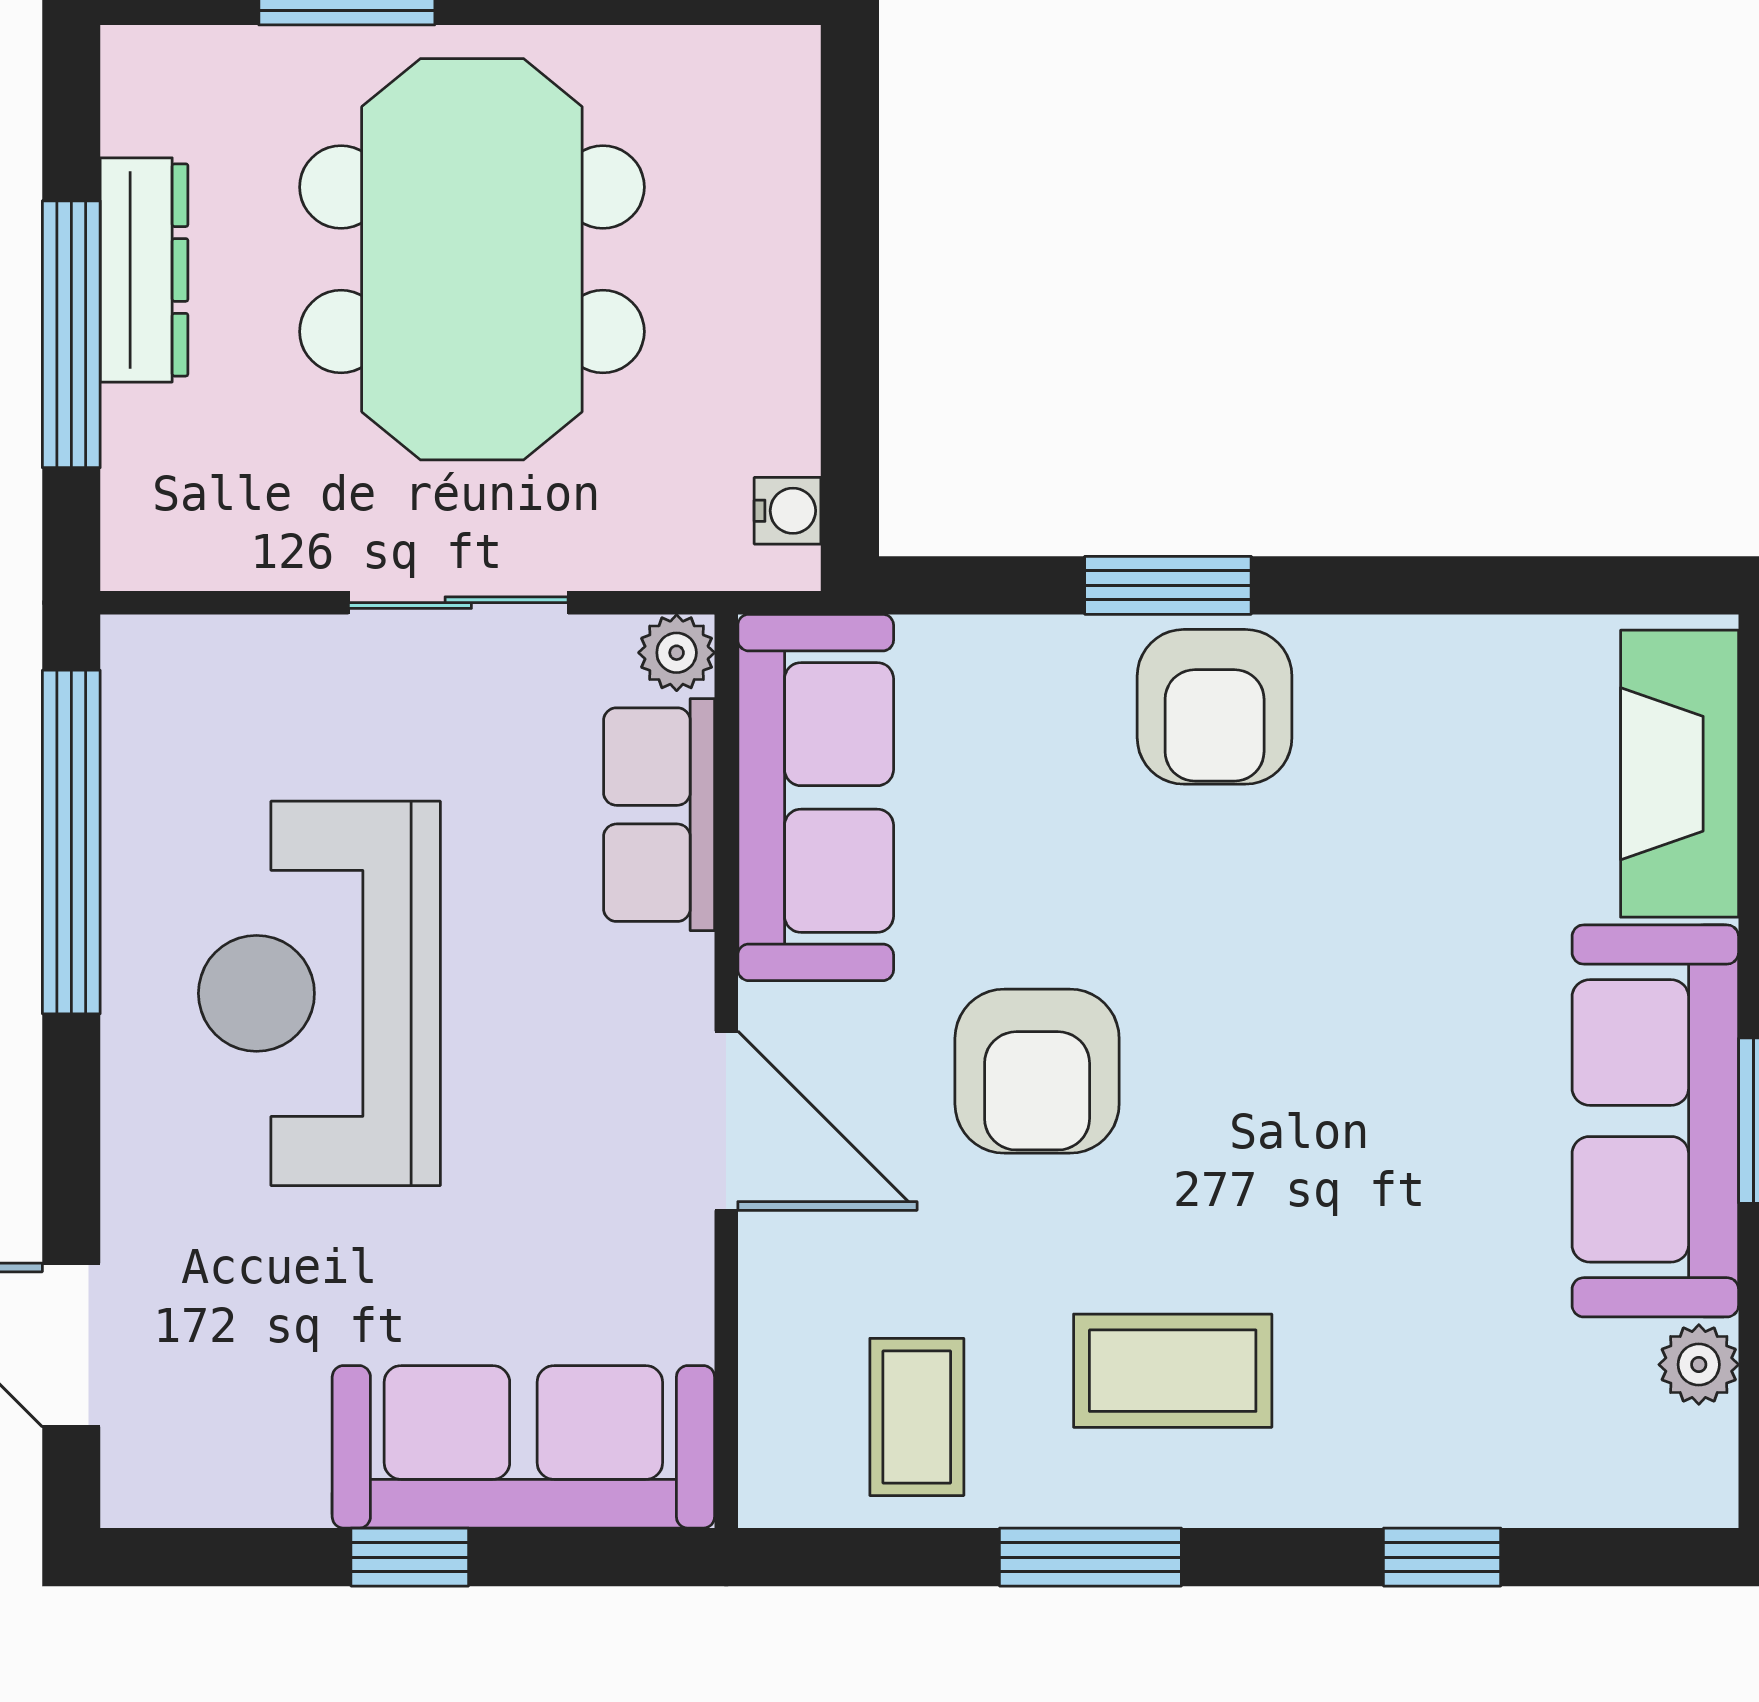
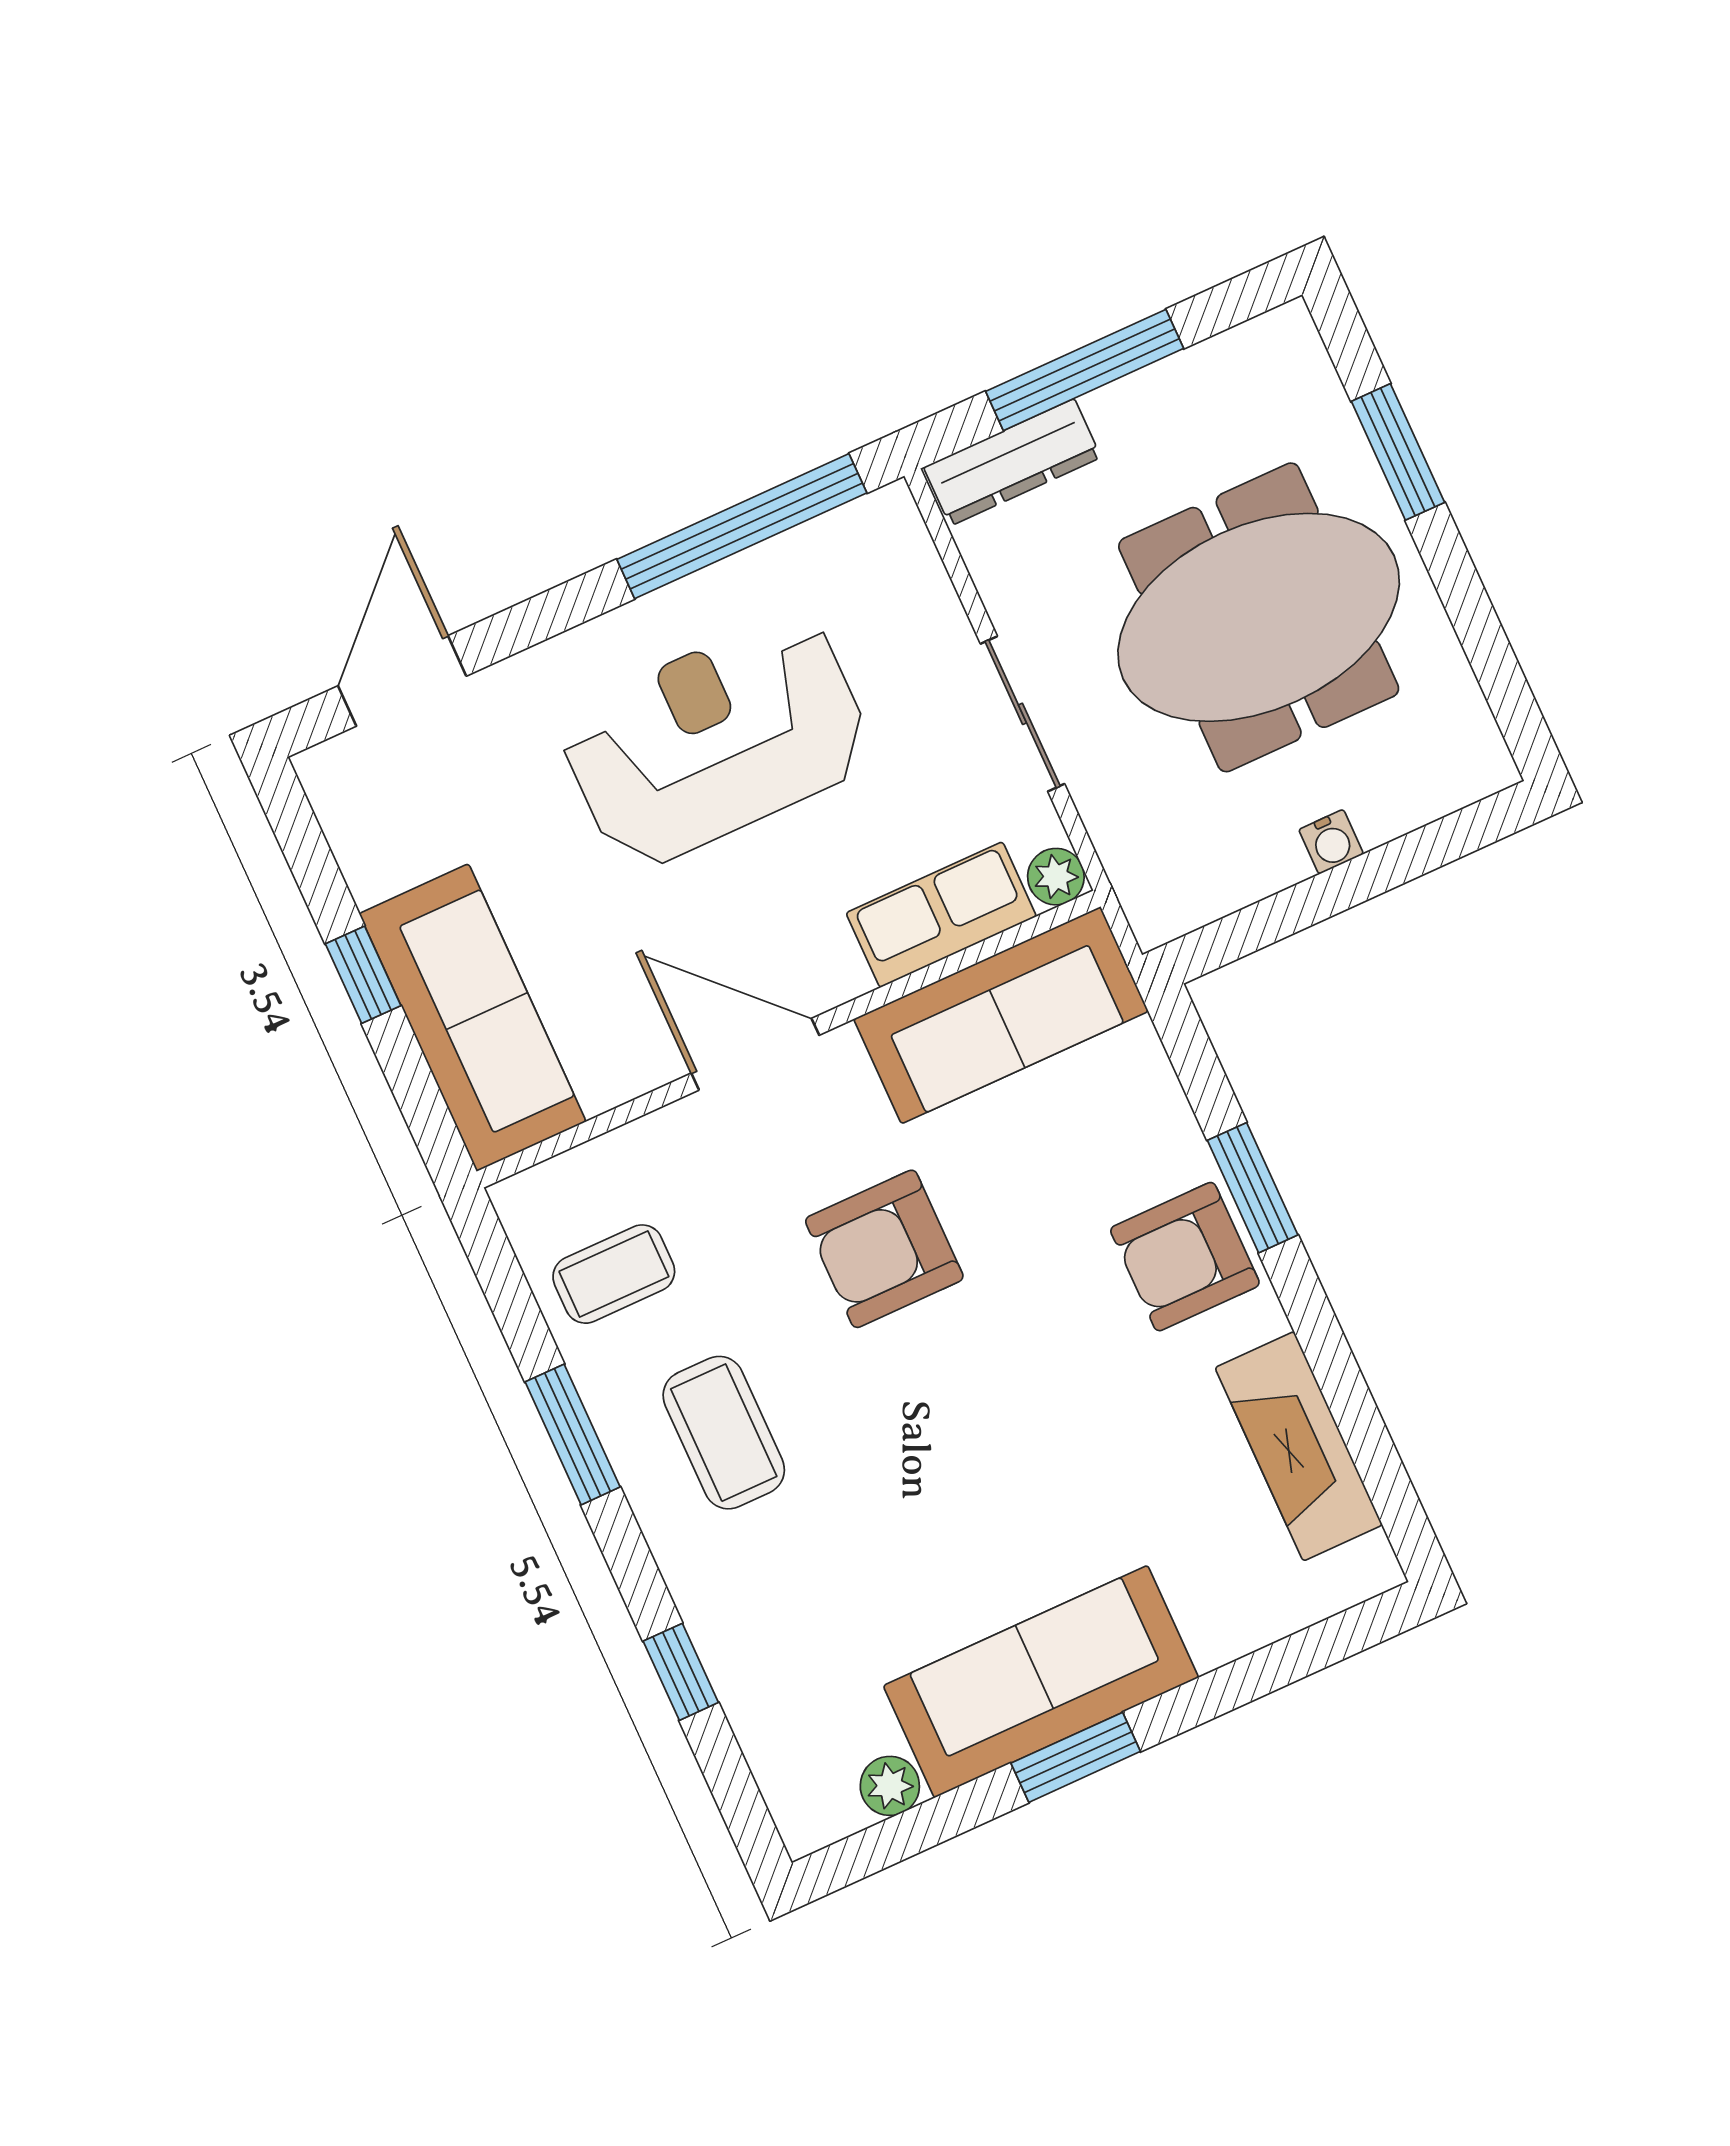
dresser: (144, 270) -> (1012, 462), moved
water cooler: (788, 511) -> (1331, 842), moved
fireplace: (1680, 774) -> (1299, 1446), moved, turned -90
door: (726, 1121) -> (755, 1054), swing flipped

